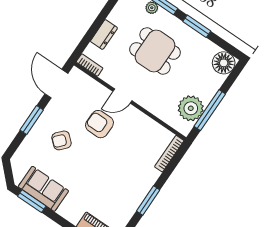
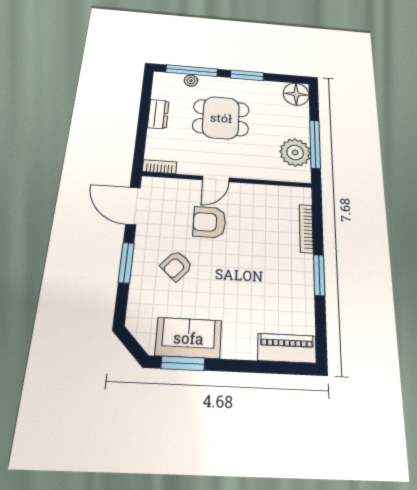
dresser: (104, 35) -> (158, 114), moved
bookcase: (169, 154) -> (306, 229), moved

